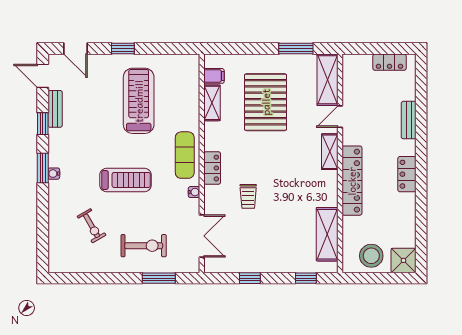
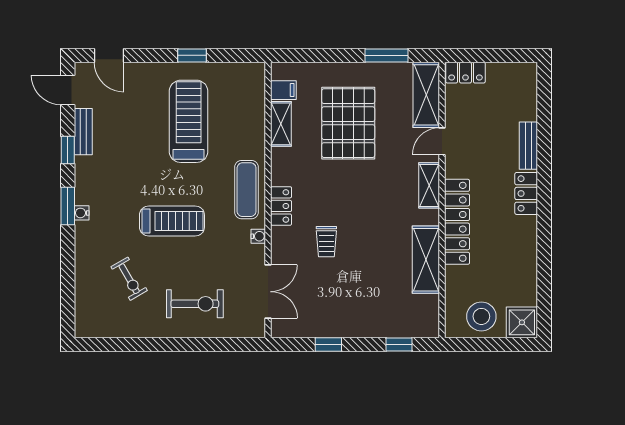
window: (123, 48) -> (192, 55), moved
locker: (389, 62) -> (465, 73), moved
locker: (407, 174) -> (526, 193), moved
shelving: (327, 234) -> (426, 260), moved
window: (159, 278) -> (214, 345), removed

